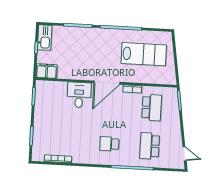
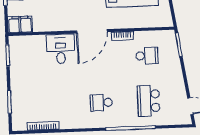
school desk: (152, 108) -> (147, 56), width x0.54

